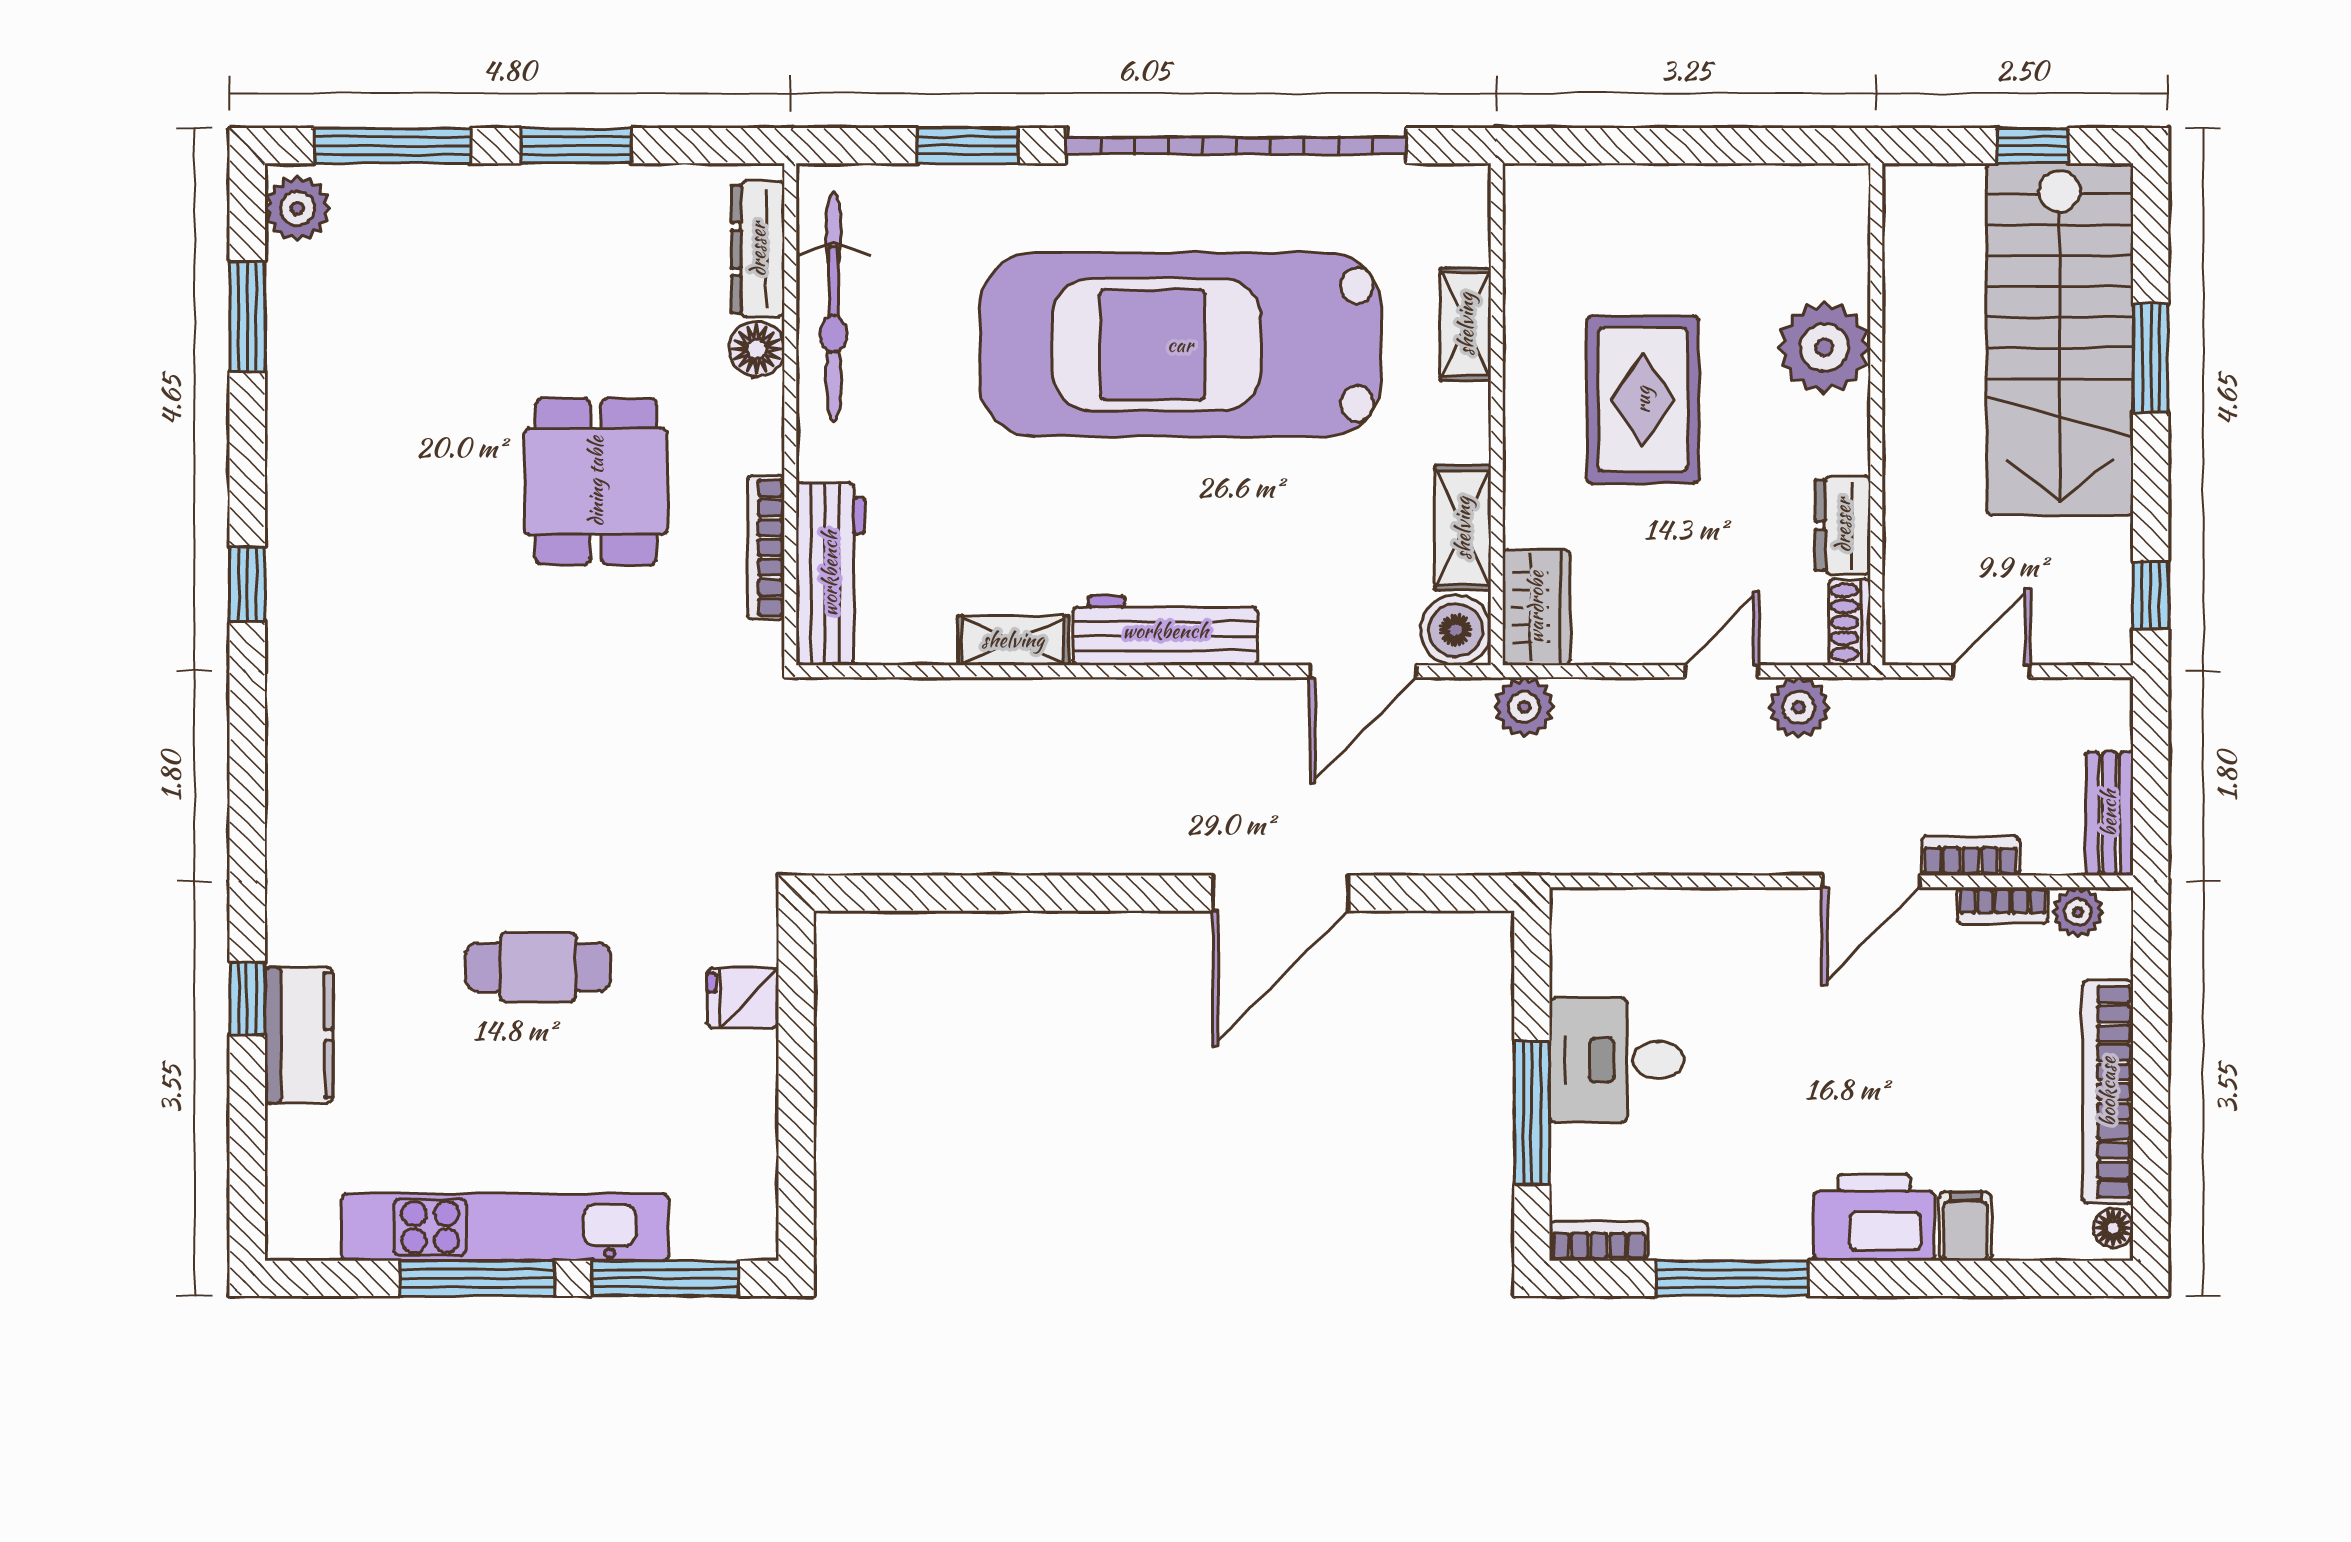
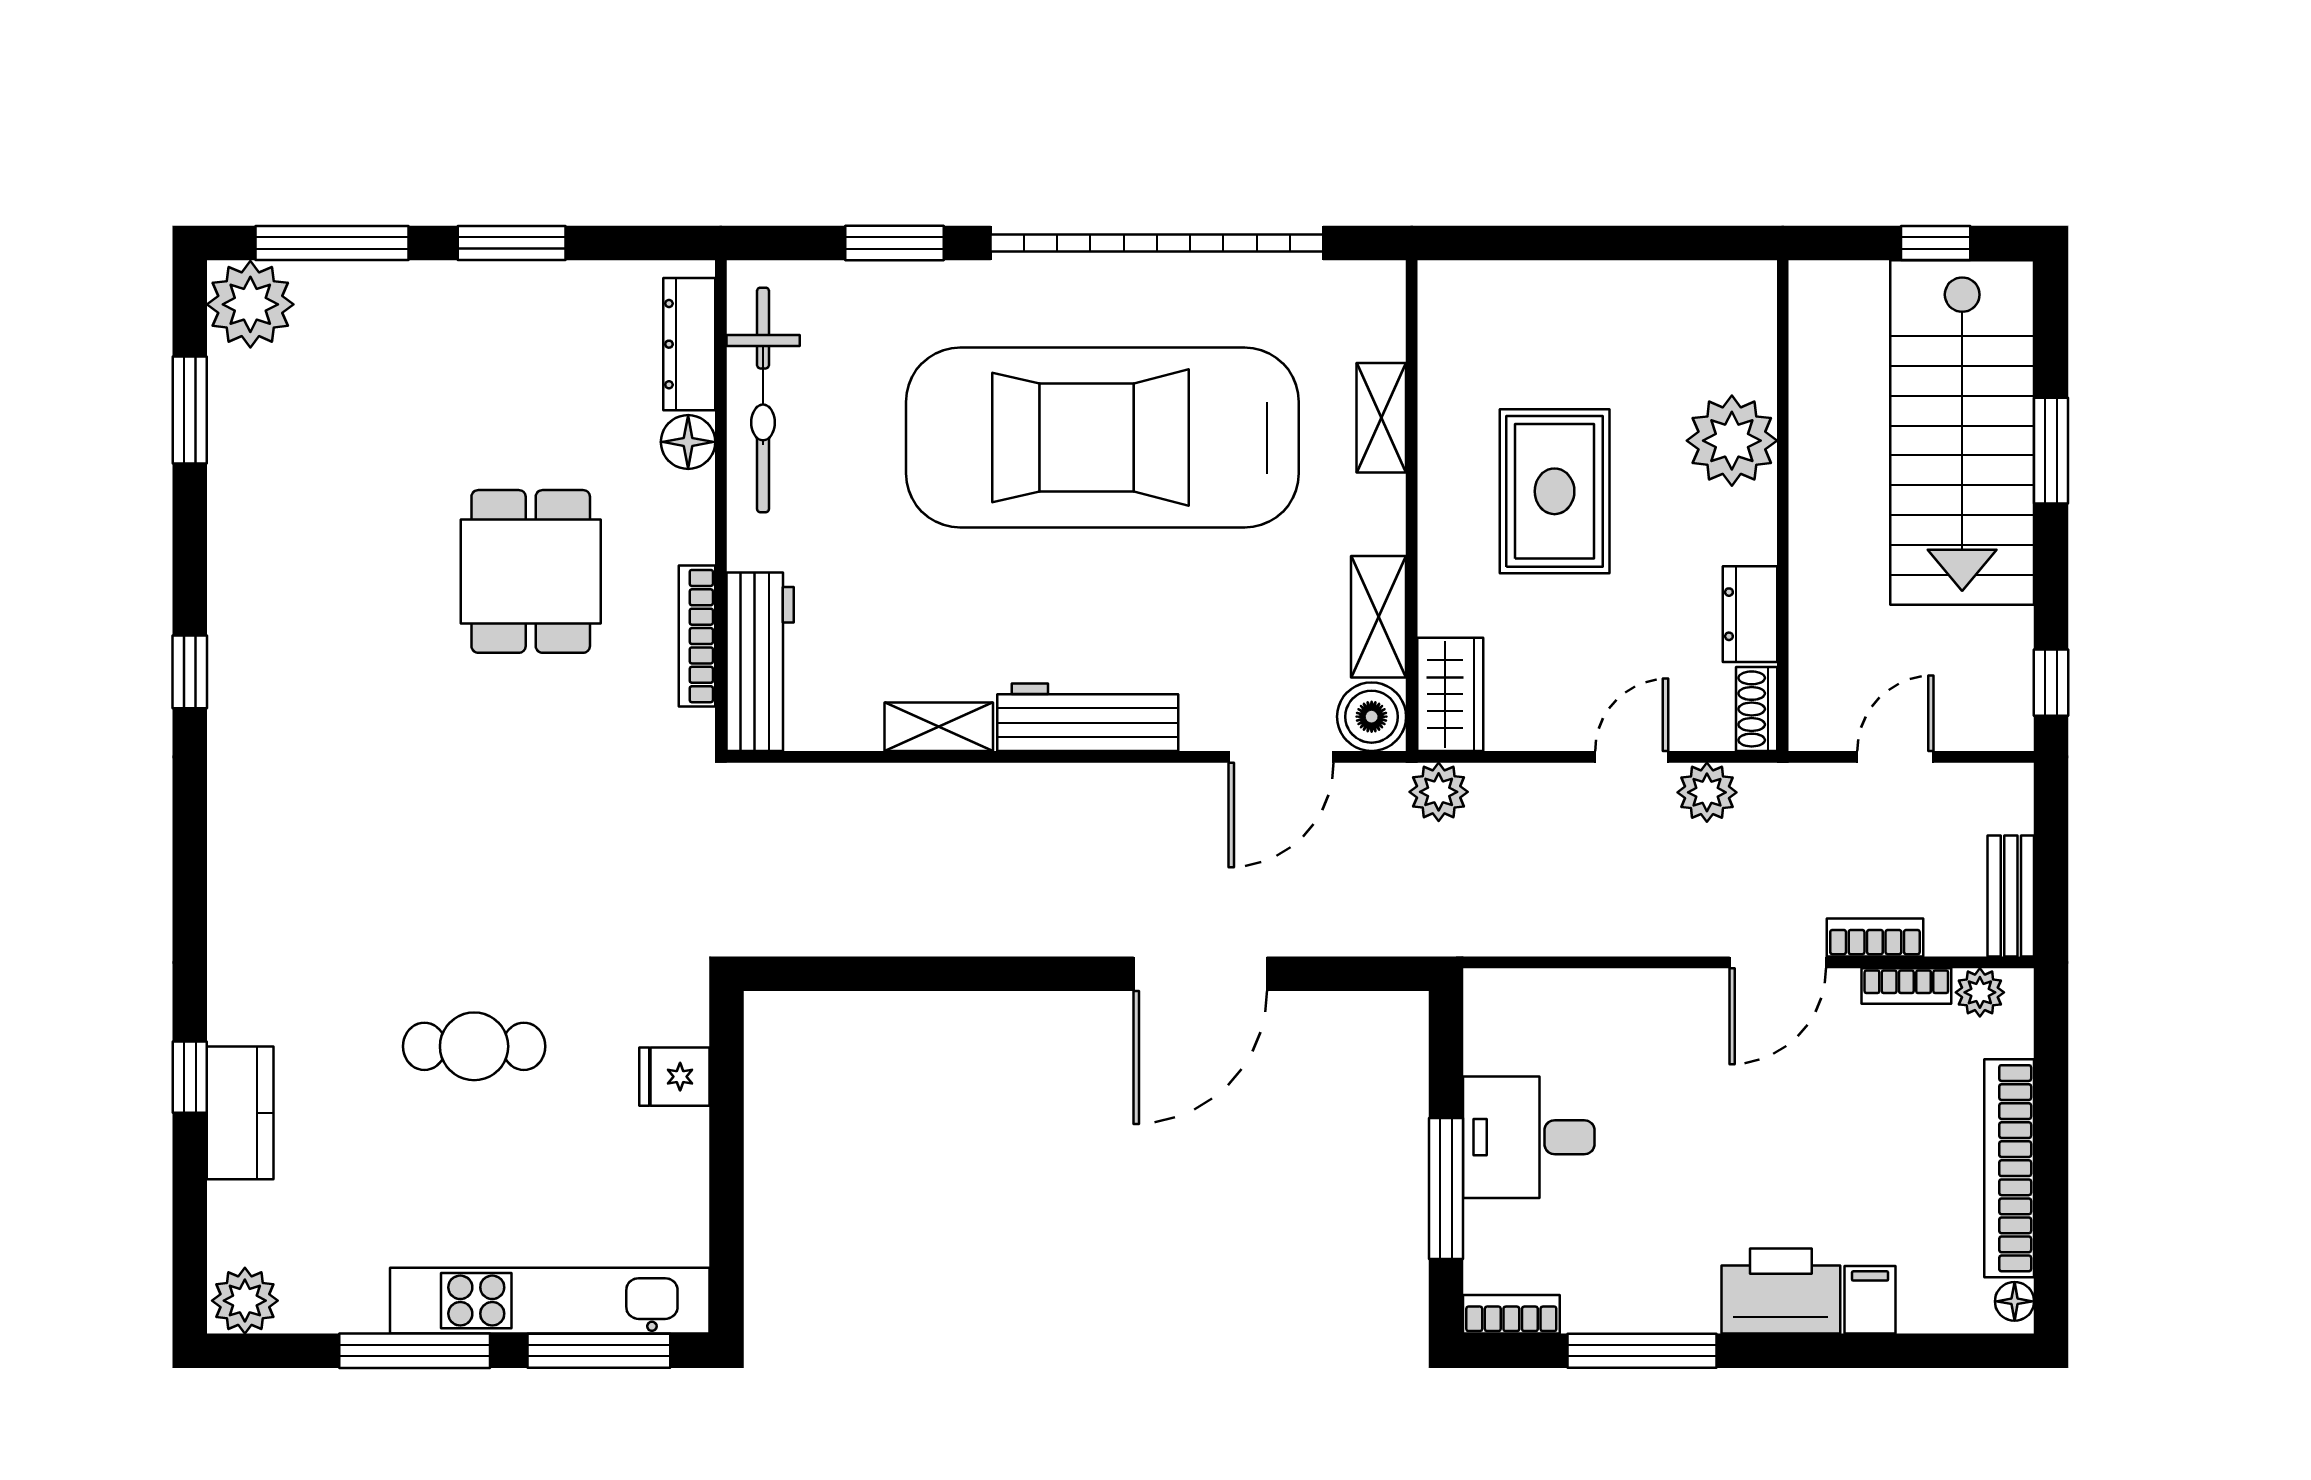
plant: (297, 208) -> (250, 304), width x1.36, depth x1.36
plant: (304, 1227) -> (245, 1301), added
kitchen unit: (505, 1227) -> (550, 1301), moved

